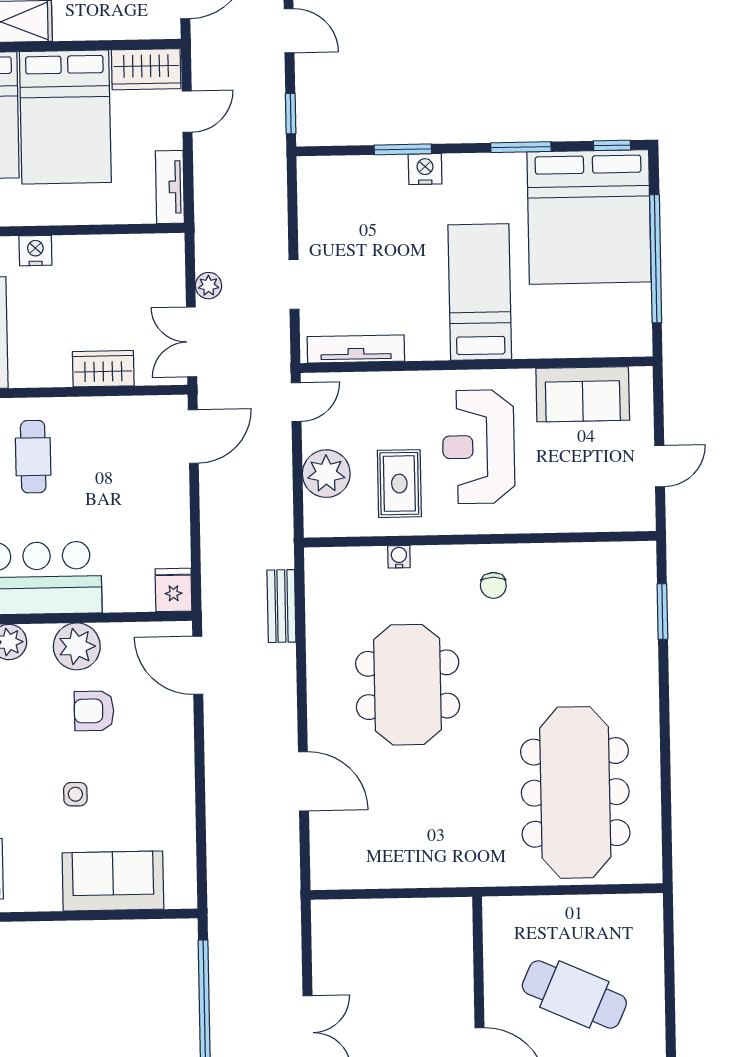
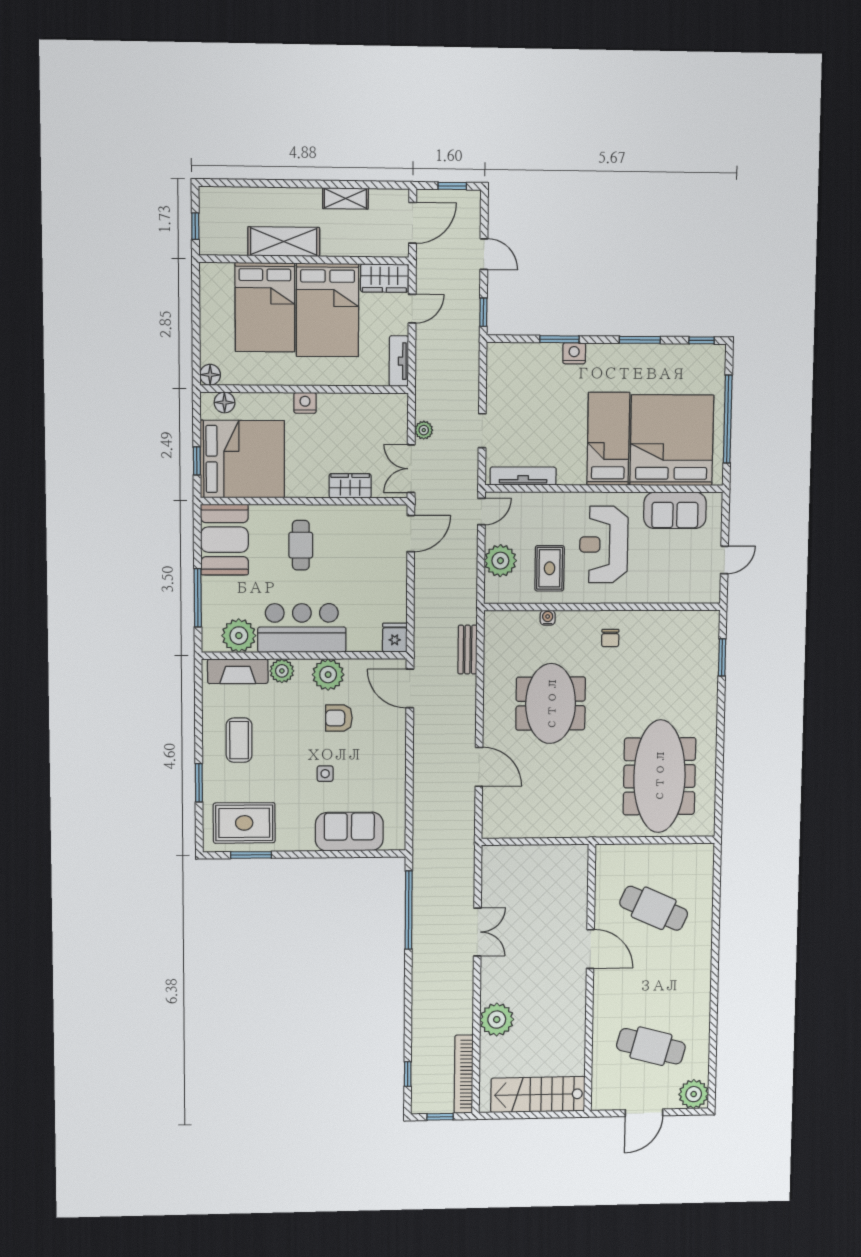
bed: (589, 217) -> (672, 440), moved, turned 180

